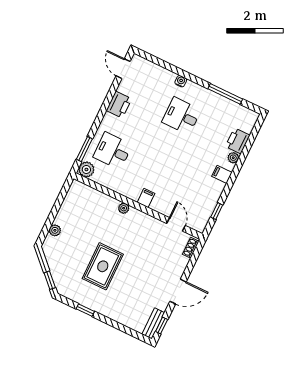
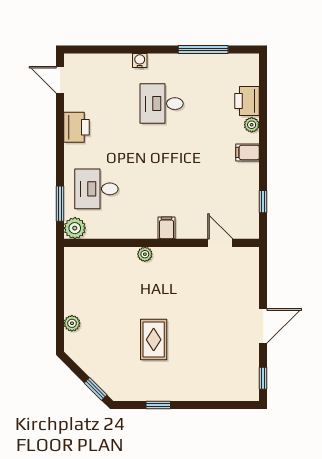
shoe rack: (191, 248) -> (253, 263), removed
rug: (103, 266) -> (154, 340), width x0.73, depth x0.70
bench: (153, 323) -> (251, 381), removed

